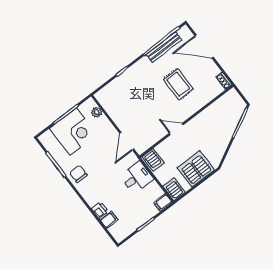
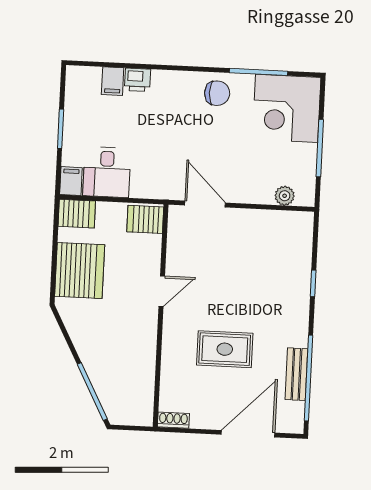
bench: (164, 47) -> (296, 374), width x0.73
corner desk: (73, 132) -> (287, 108), moved
desk: (137, 178) -> (107, 172), moved

